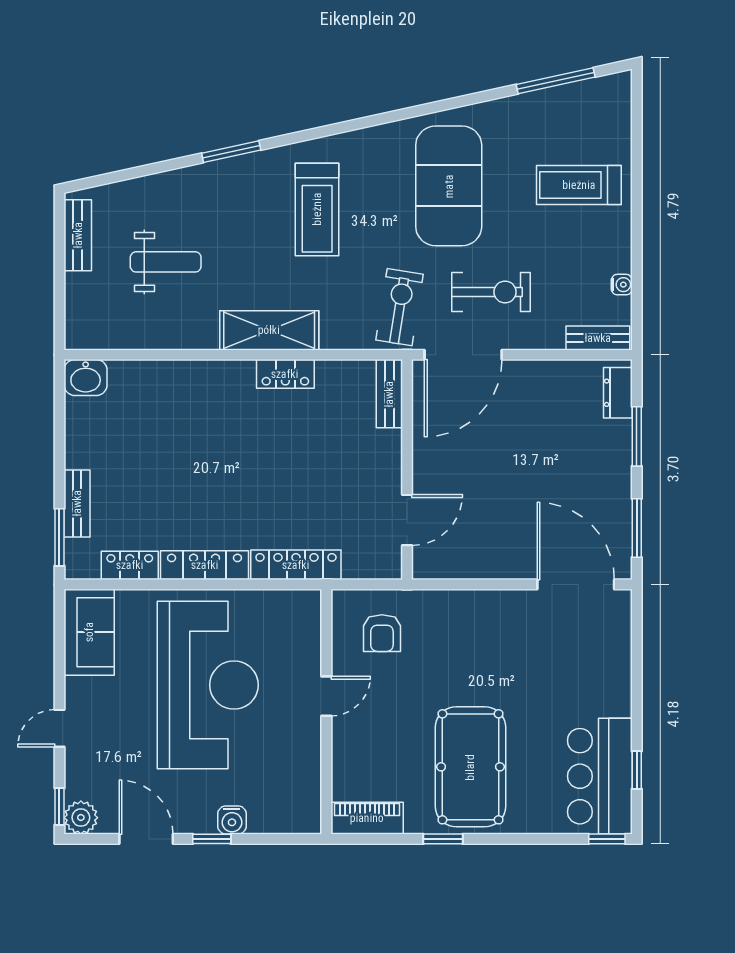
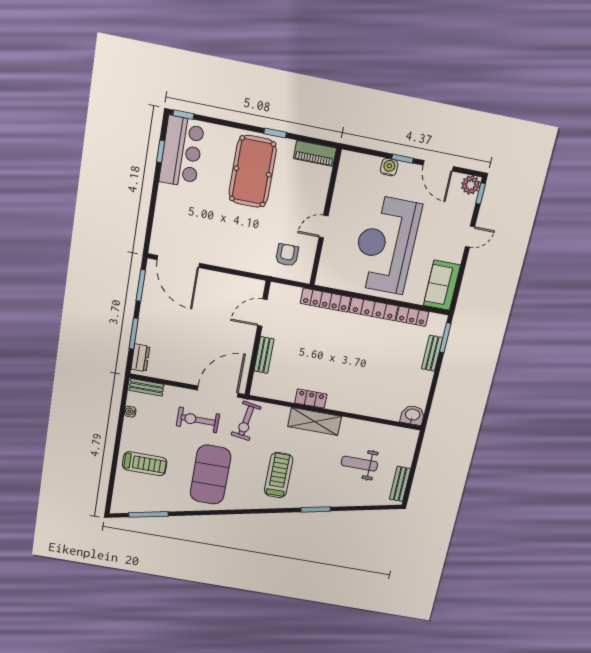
bench: (389, 394) -> (264, 355), moved

